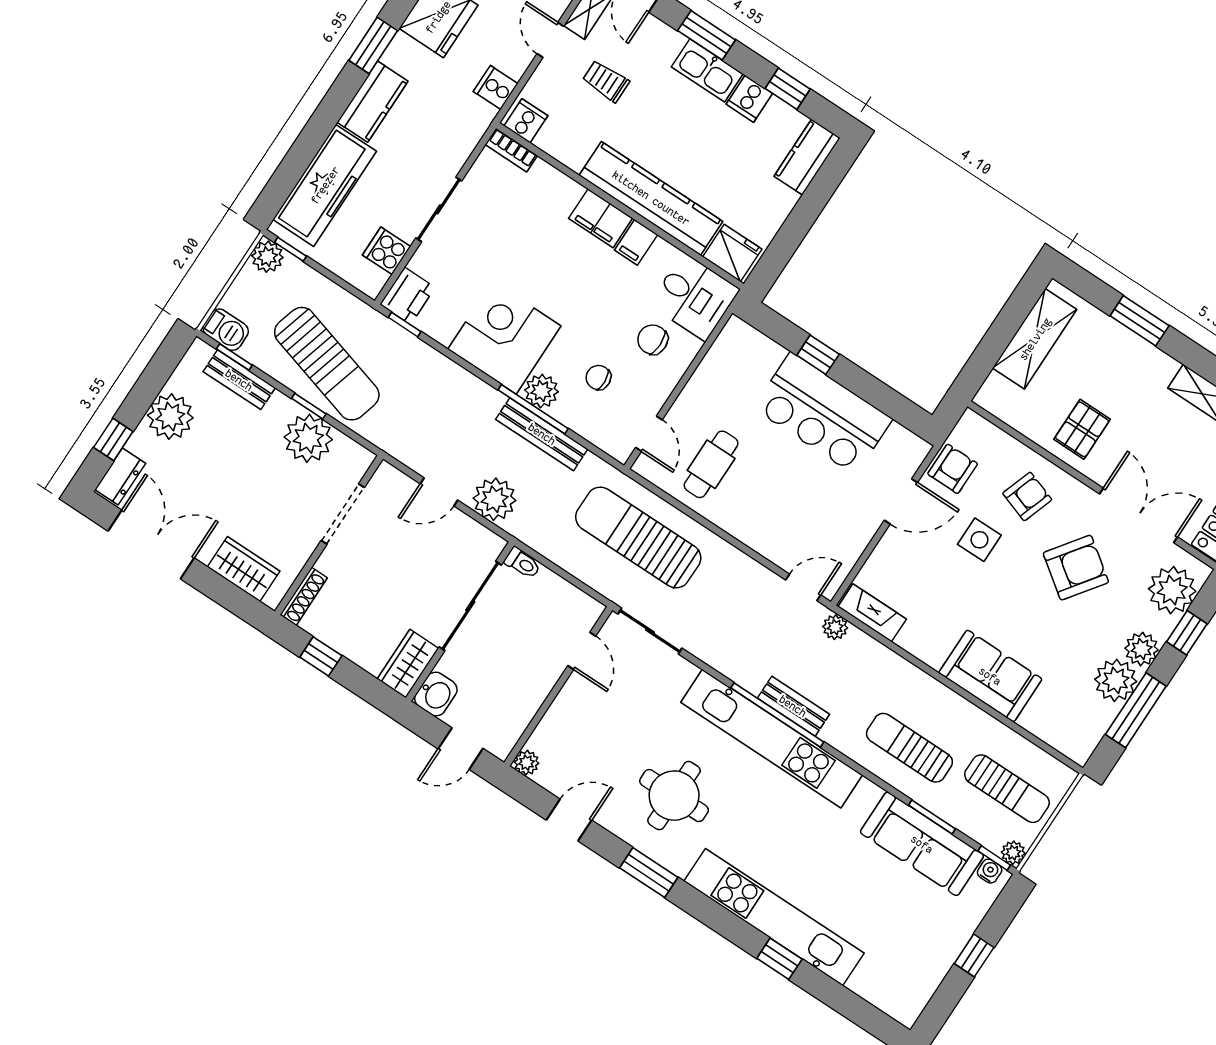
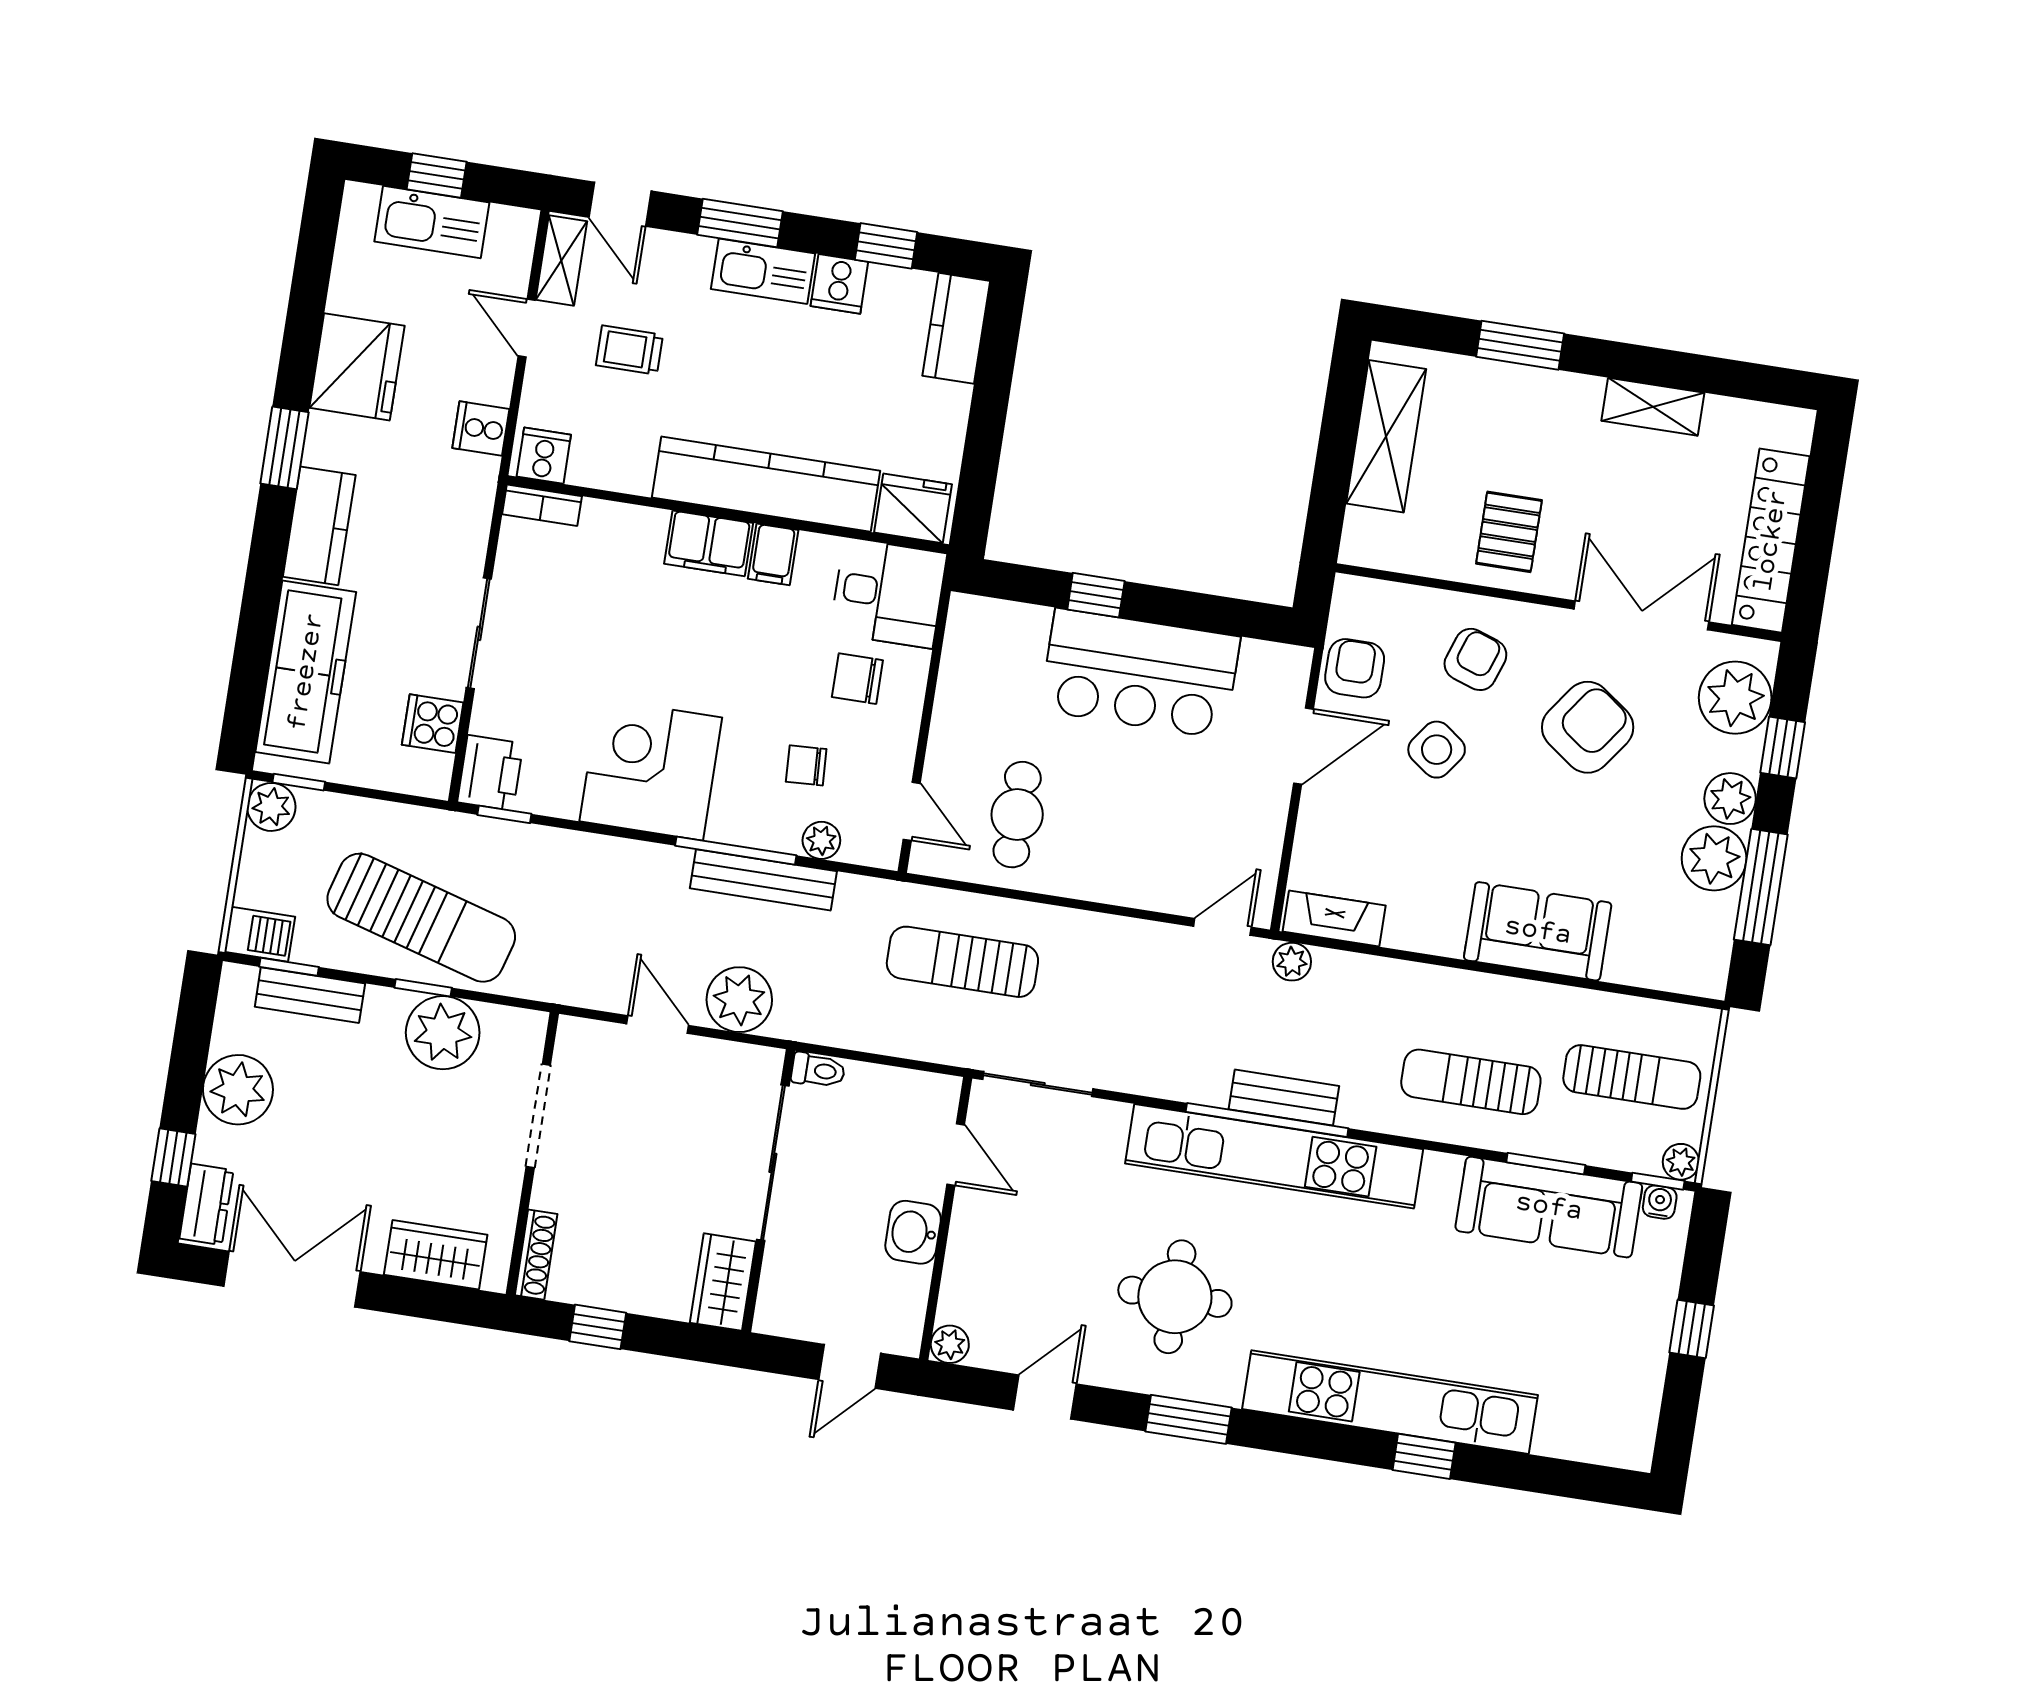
plant: (541, 391) -> (821, 840), moved, width x0.73, depth x0.73
door: (439, 492) -> (658, 1025), swing flipped
sun lounger: (638, 537) -> (962, 962), width x0.73, depth x0.75
side table: (979, 540) -> (1437, 750), turned 36
washbasin: (436, 694) -> (913, 1232), moved, turned 180

